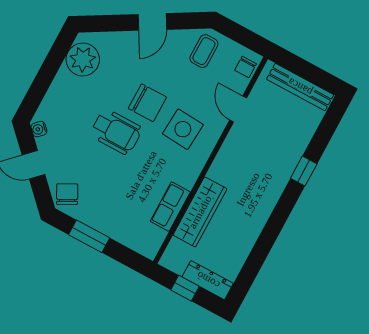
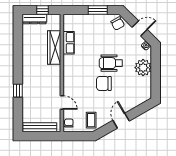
plant: (83, 59) -> (143, 68), moved
side table: (183, 129) -> (82, 80), removed

